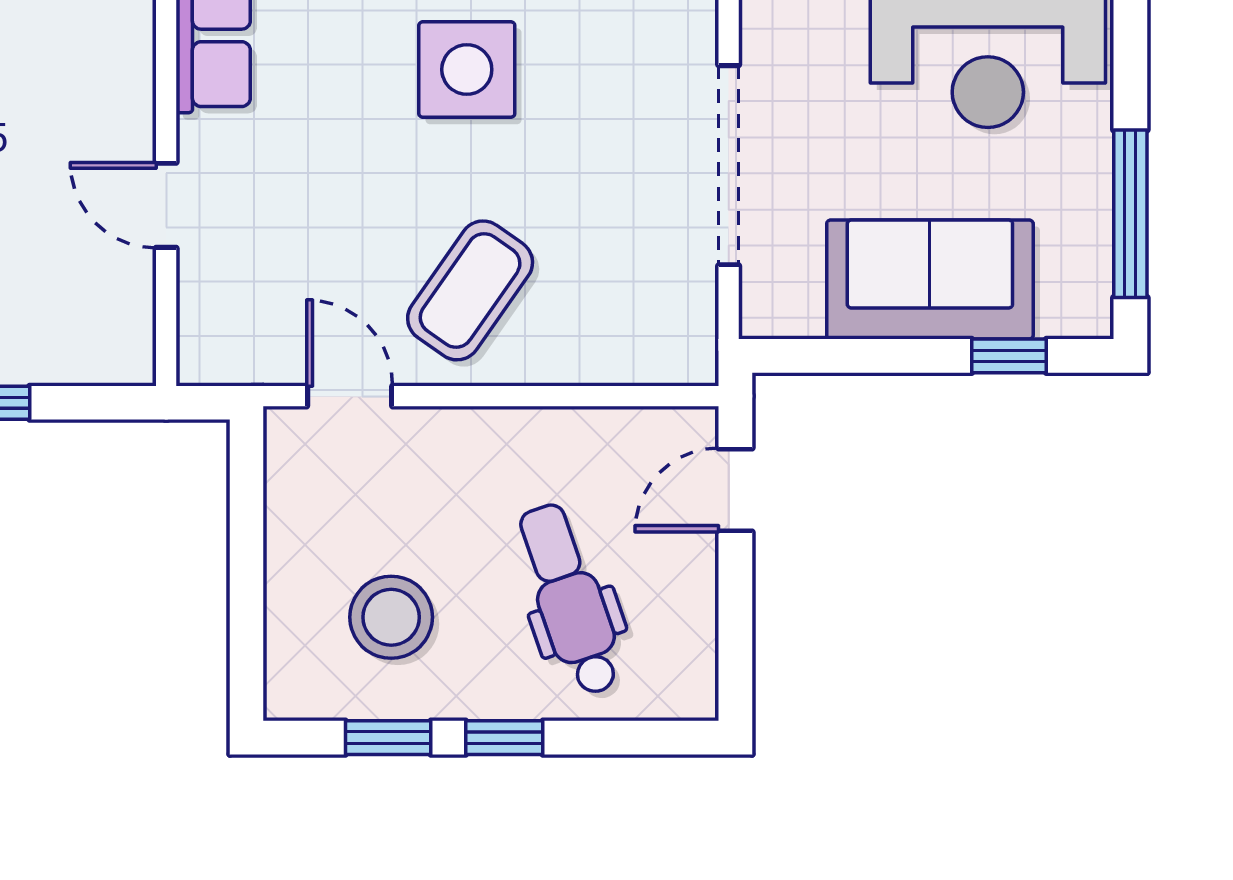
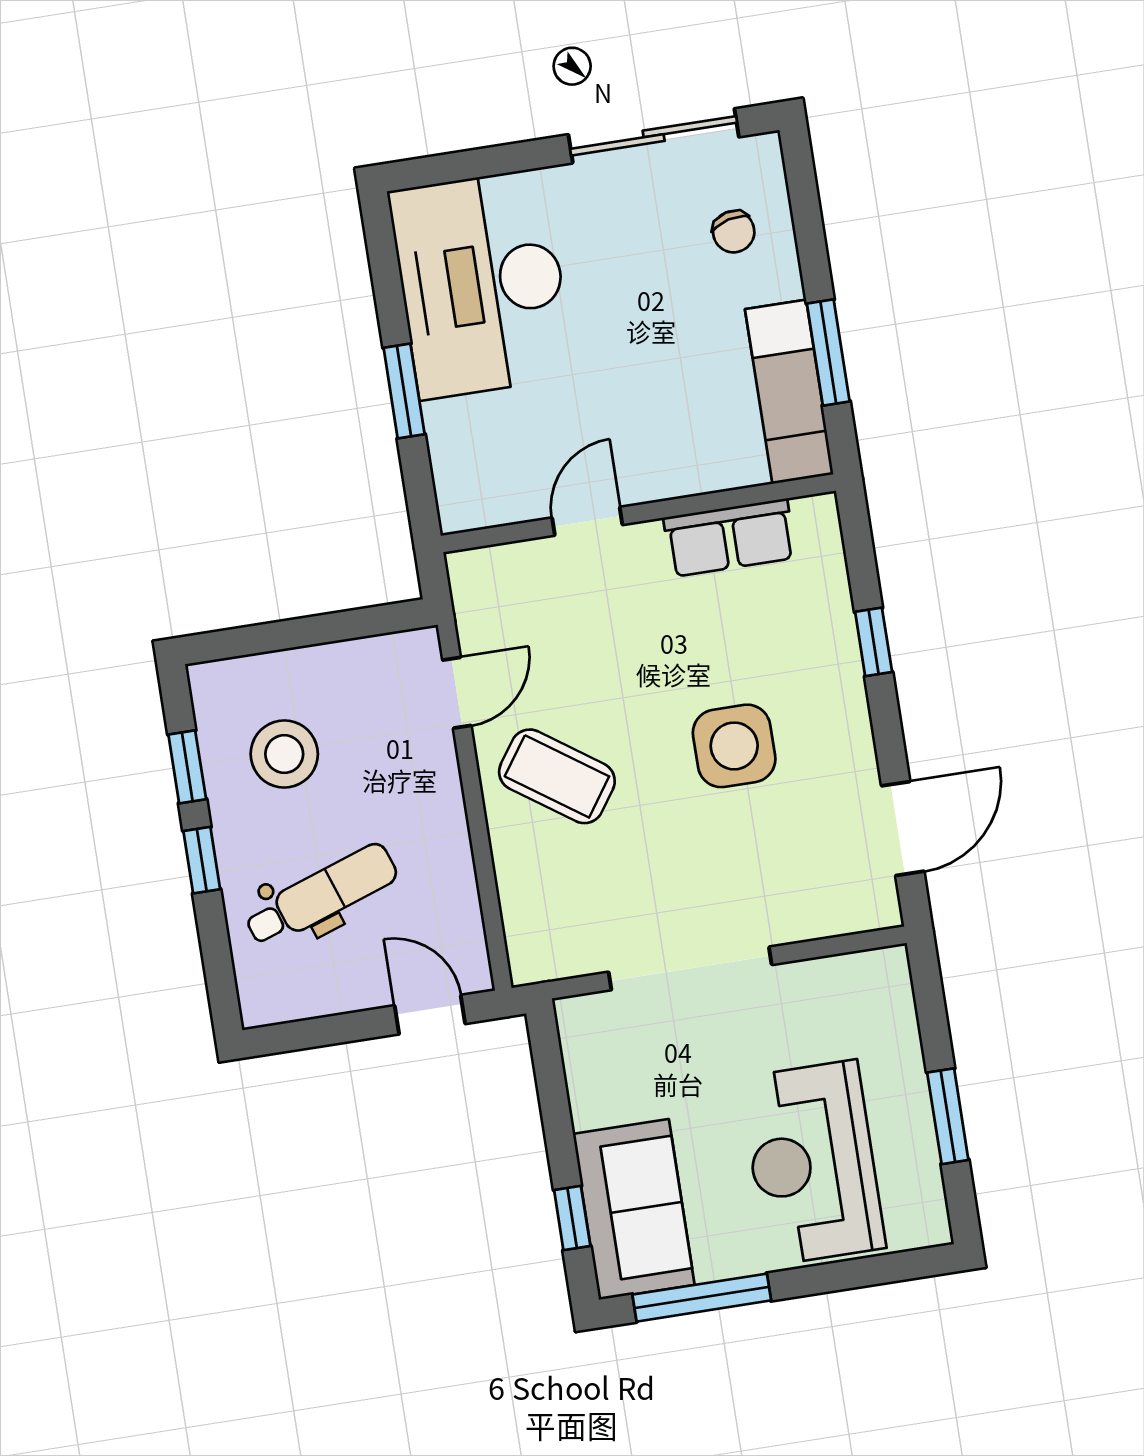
sofa: (930, 279) -> (634, 1209), moved

